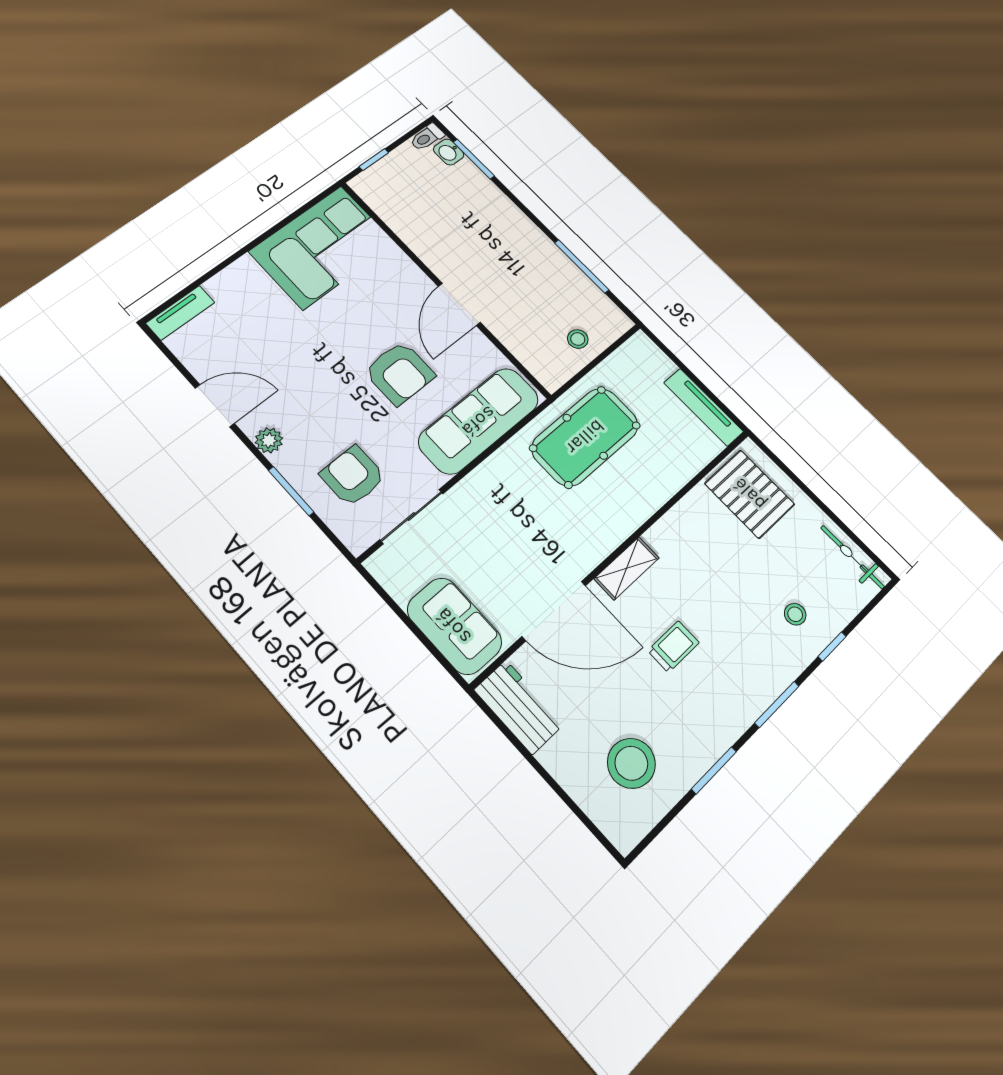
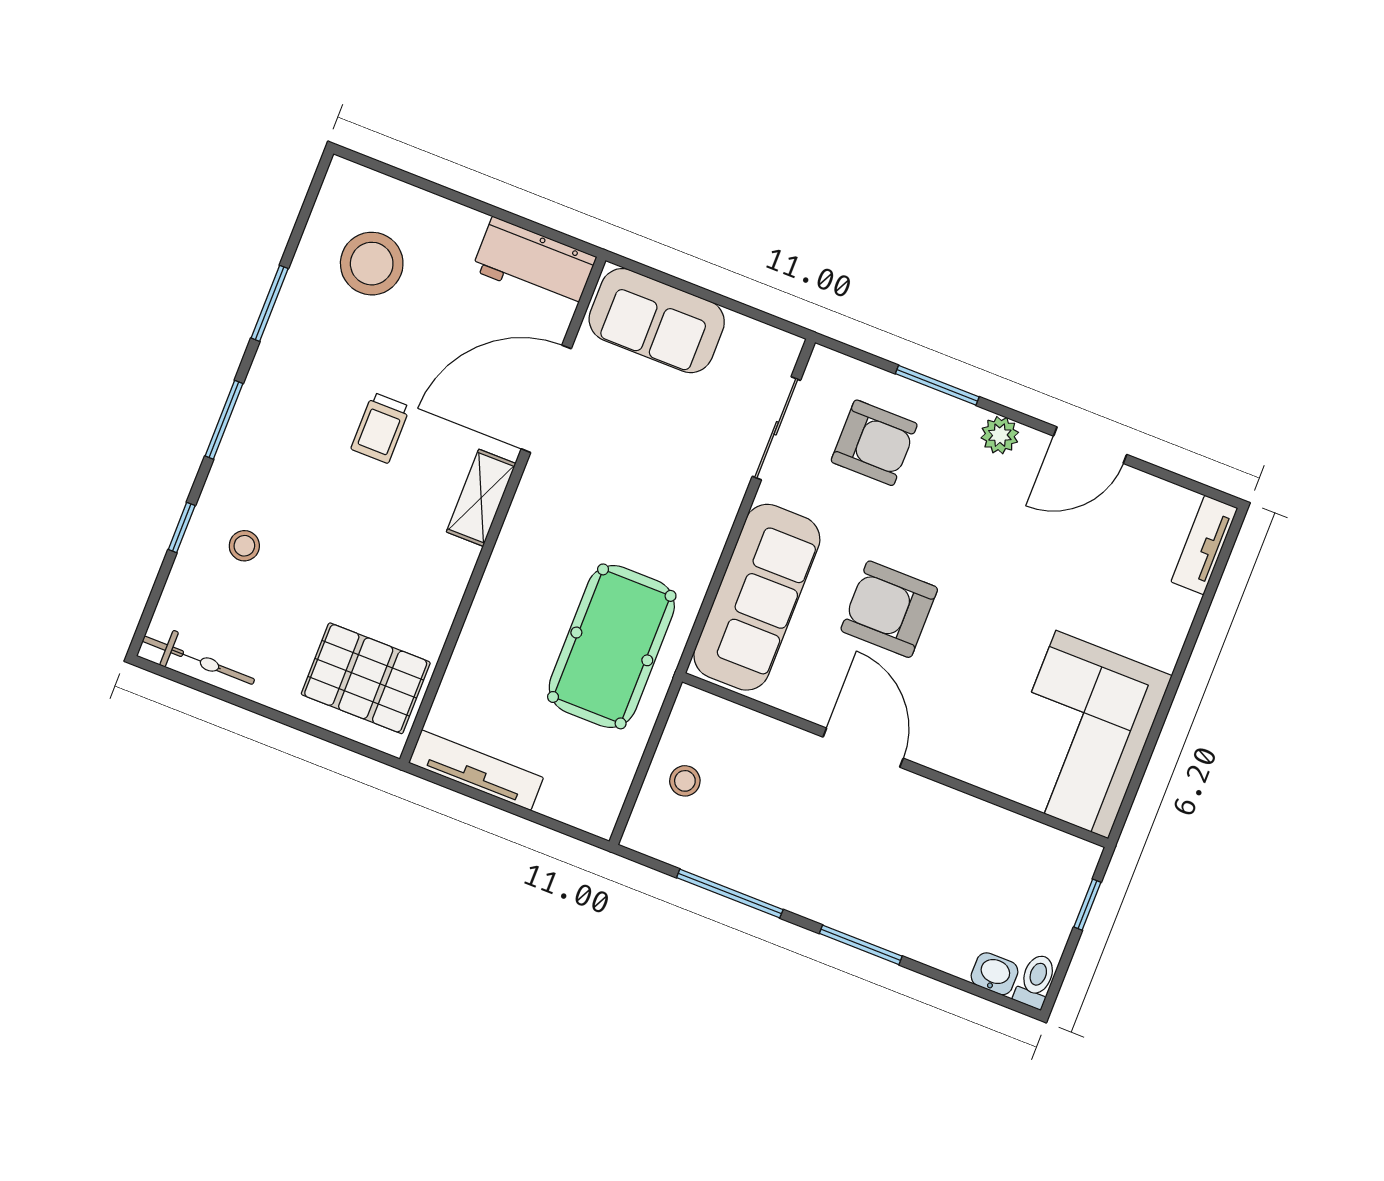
window: (474, 159) -> (861, 945), moved

